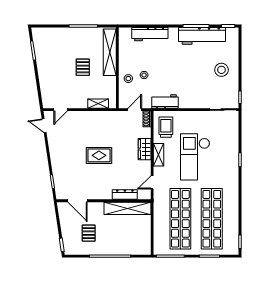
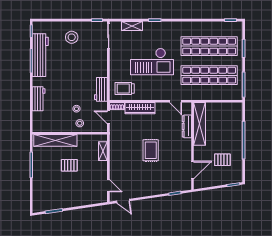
workbench: (150, 34) -> (39, 99), width x0.73
door: (44, 126) -> (123, 201), hinge flipped
wardrobe: (145, 149) -> (140, 108), width x1.50
shelving: (158, 155) -> (132, 26), moved

